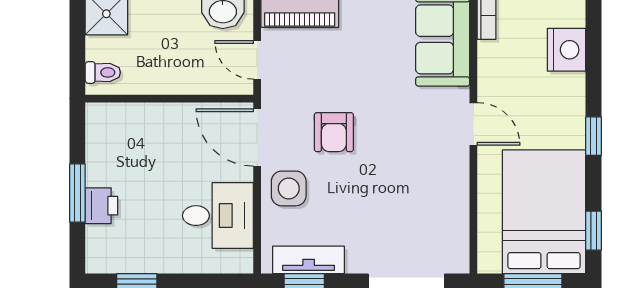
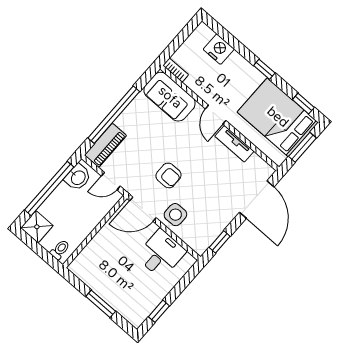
door: (473, 124) -> (216, 115), swing flipped
printer: (101, 206) -> (115, 298), removed
tv unit: (309, 260) -> (234, 144), moved, turned -90

